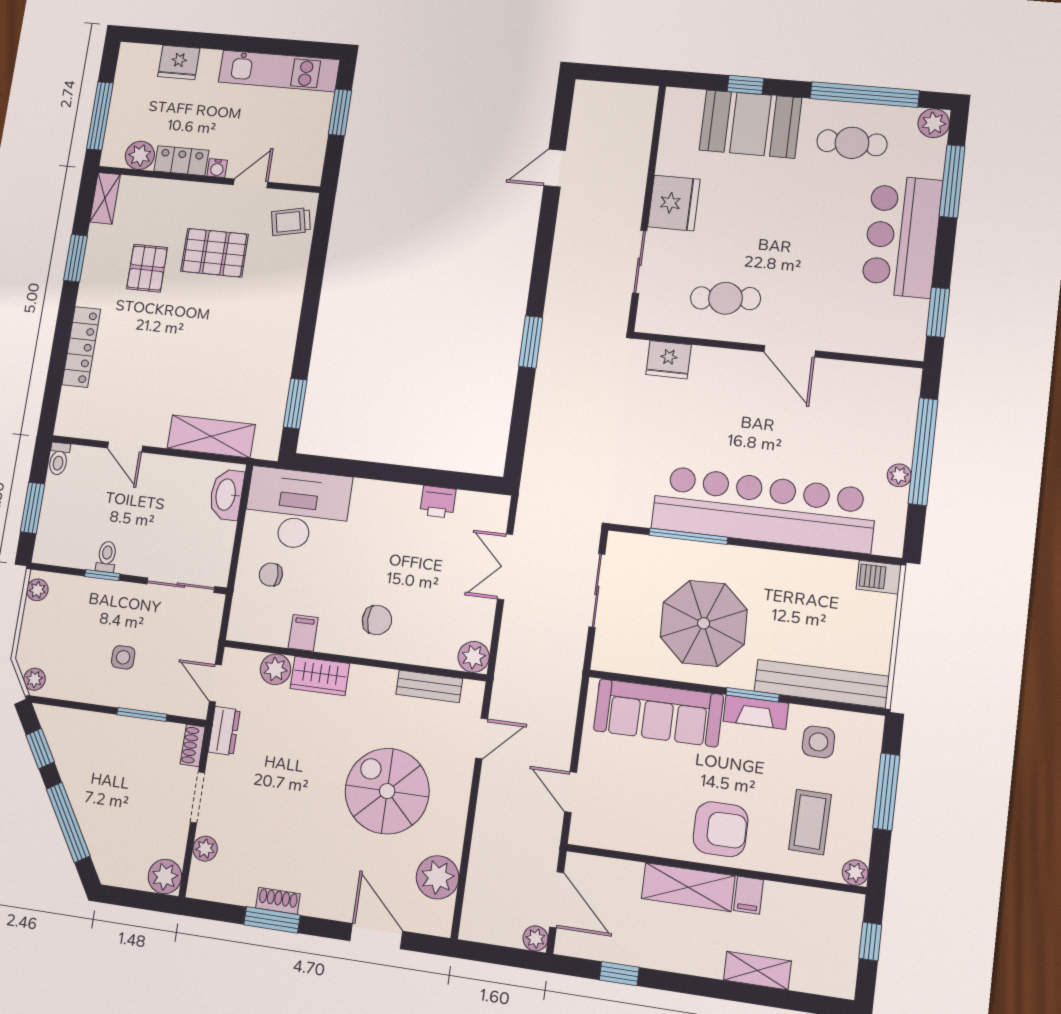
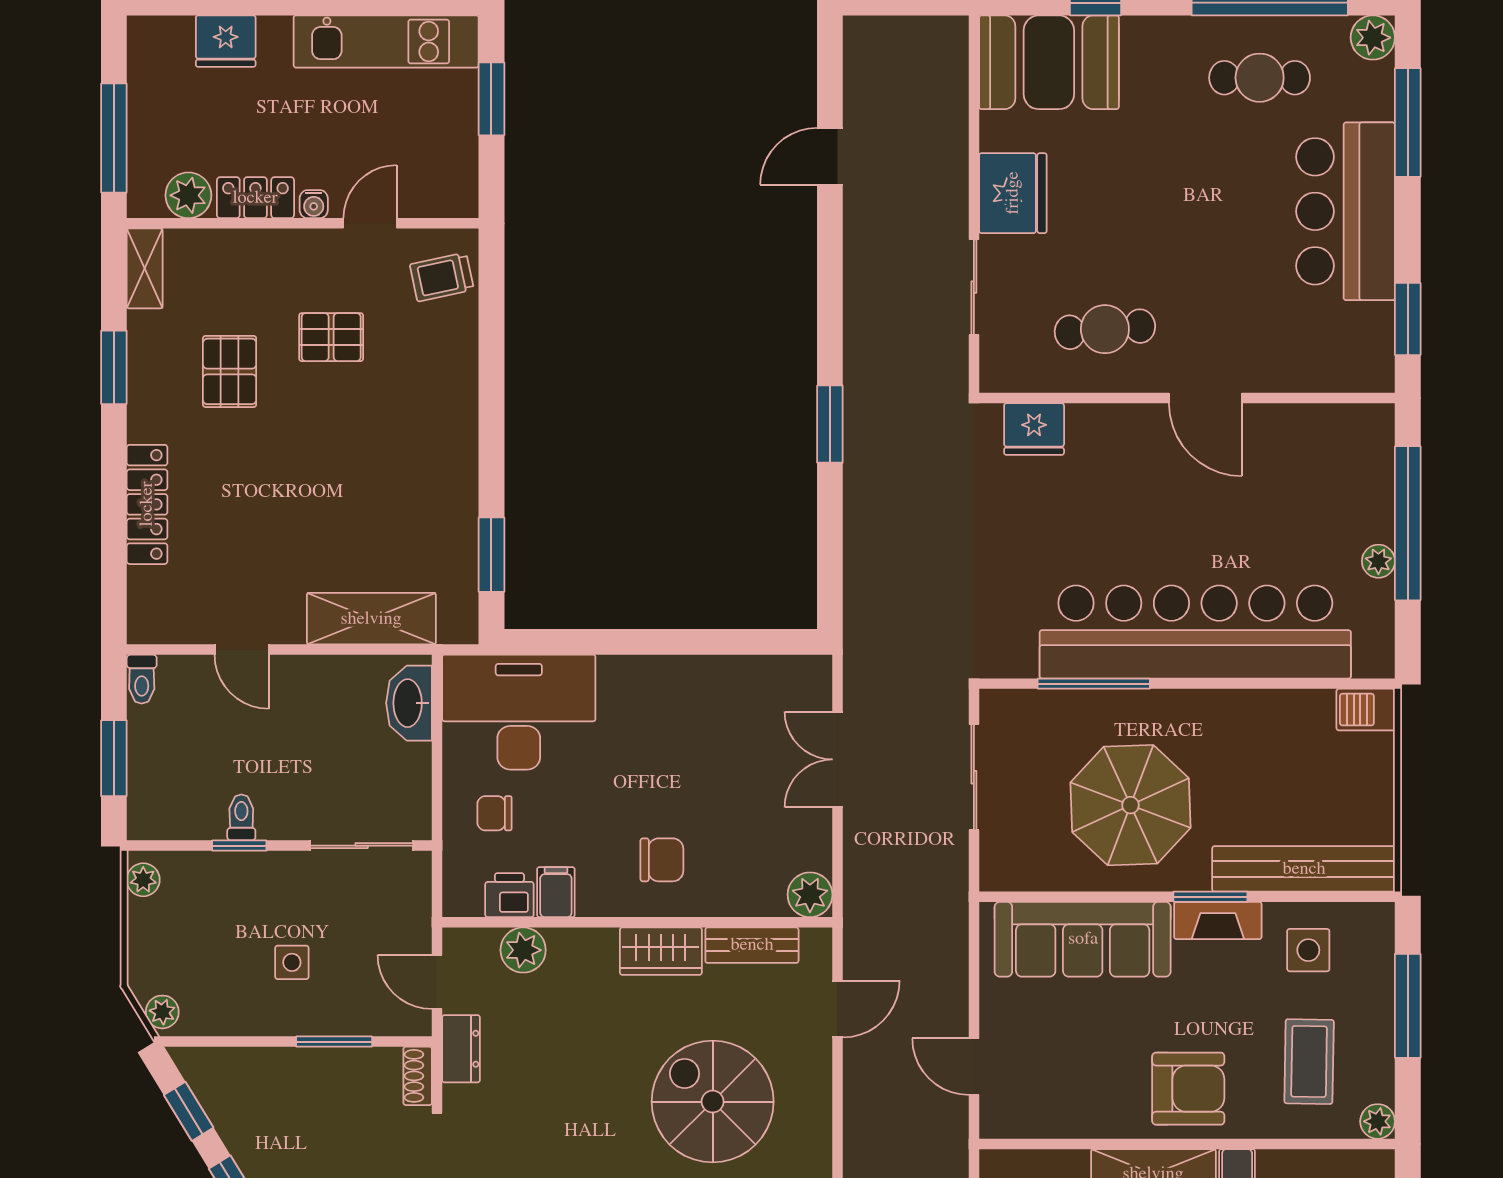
booth: (750, 124) -> (1049, 62), moved
pallet: (215, 253) -> (331, 337), width x0.67, depth x0.71
printer: (438, 502) -> (509, 895), moved, turned 180
wardrobe: (320, 676) -> (661, 951), moved

